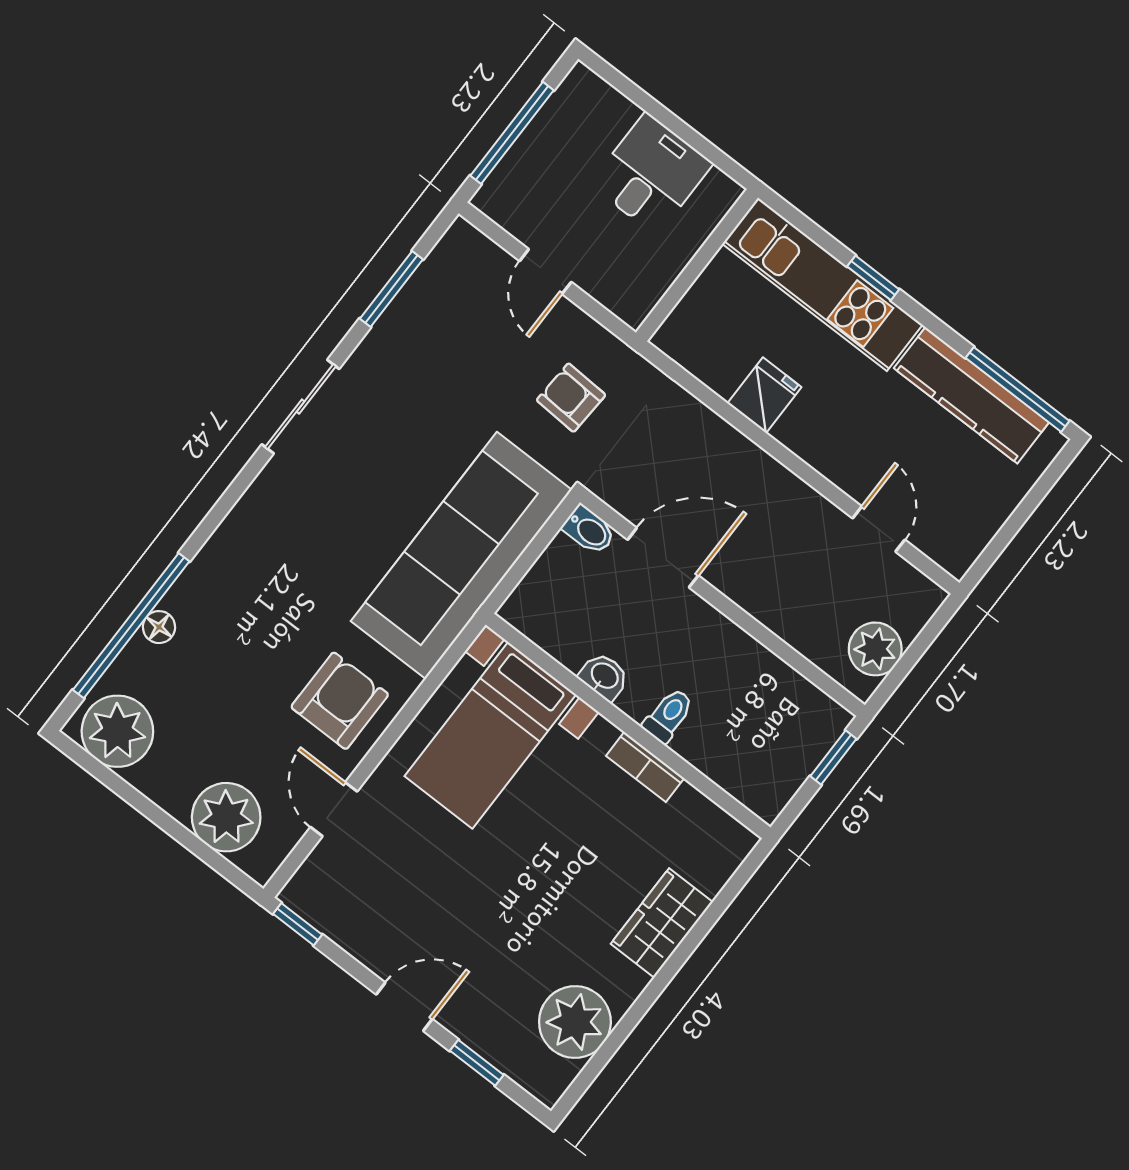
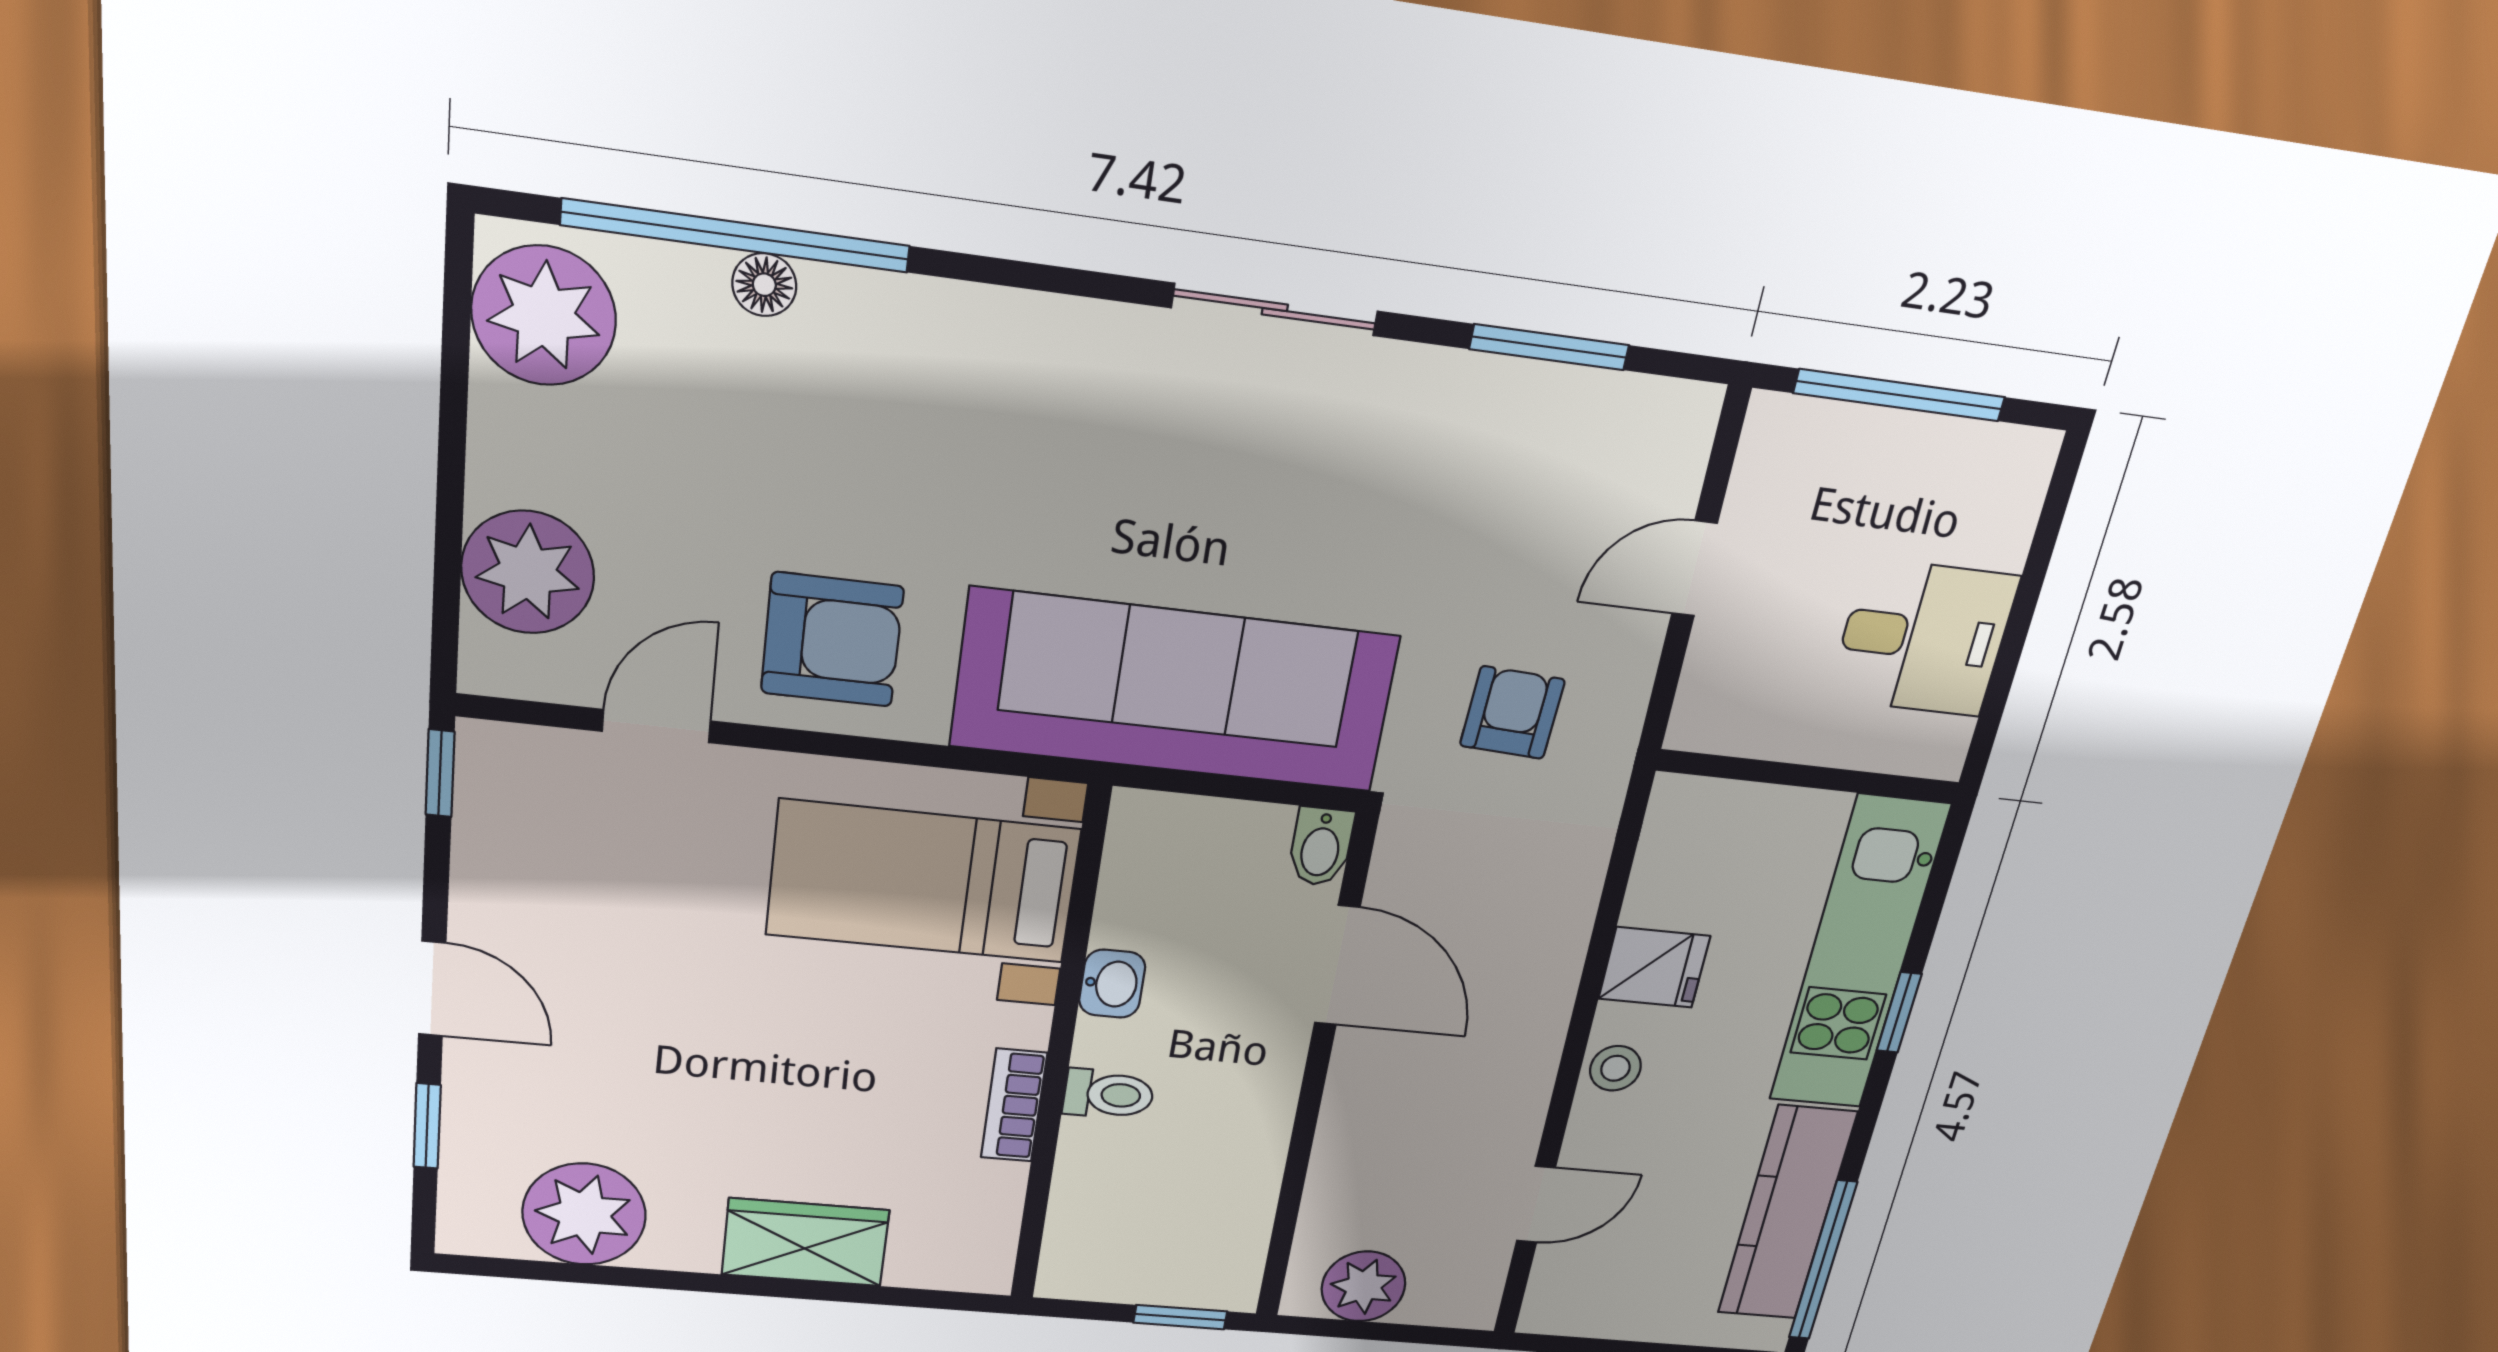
stool: (816, 445) -> (1615, 1068), added

